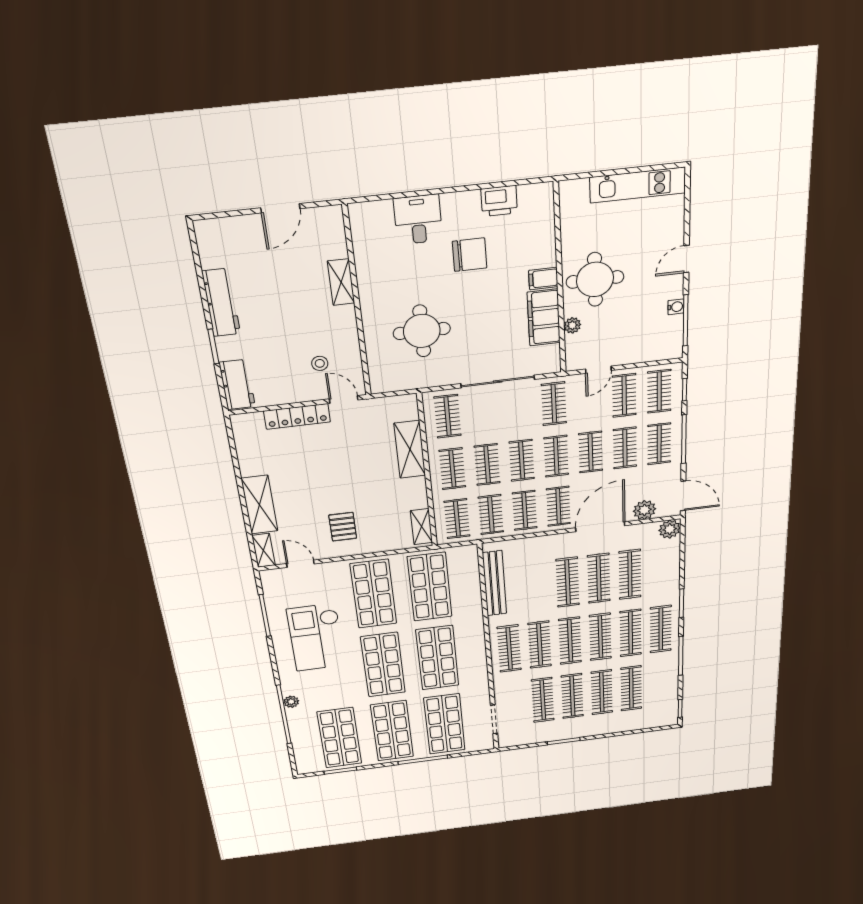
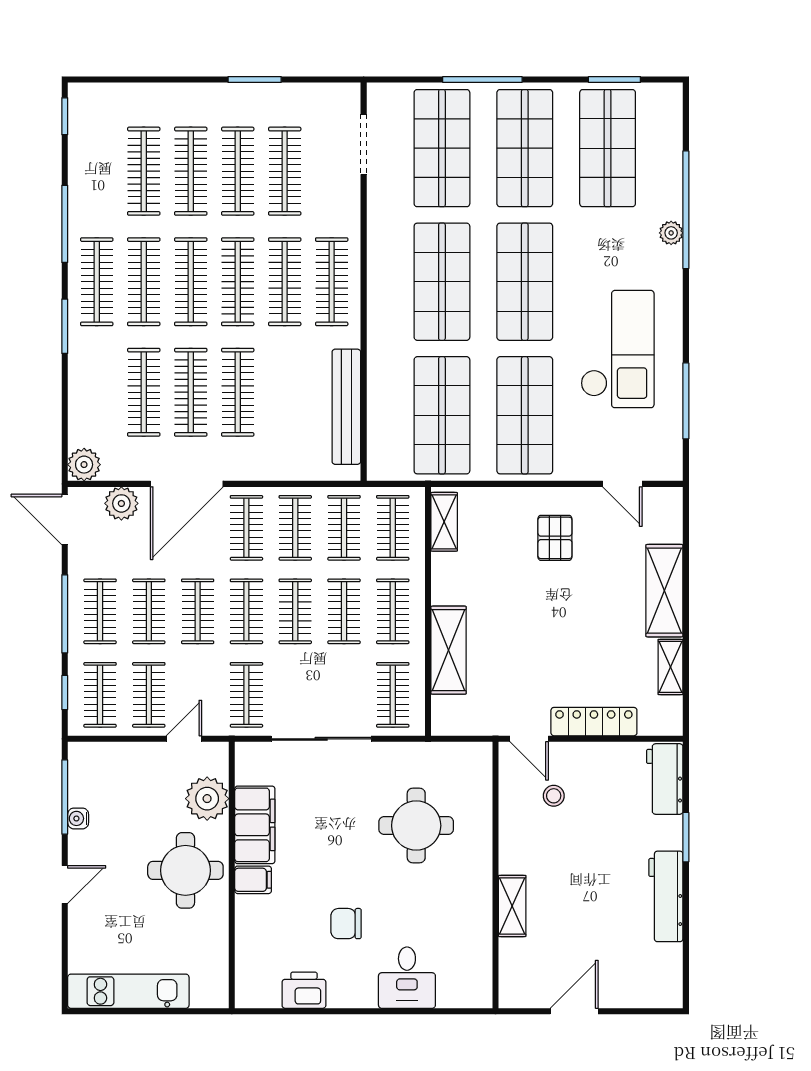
chair: (470, 255) -> (346, 924), width x0.73, depth x0.73
plant: (572, 325) -> (207, 799), width x1.87, depth x1.87
shelving: (263, 550) -> (671, 667), moved

